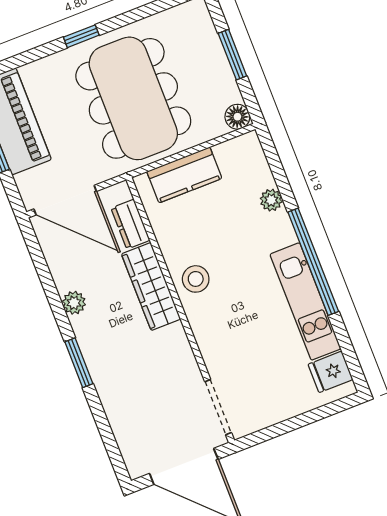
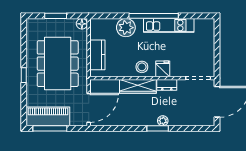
dining table: (133, 98) -> (58, 64), turned 90
plant: (271, 200) -> (126, 28), width x1.88, depth x1.88
dresser: (130, 224) -> (167, 85), moved
plant: (74, 303) -> (163, 121), moved
fridge: (331, 372) -> (163, 69), moved, turned 180

